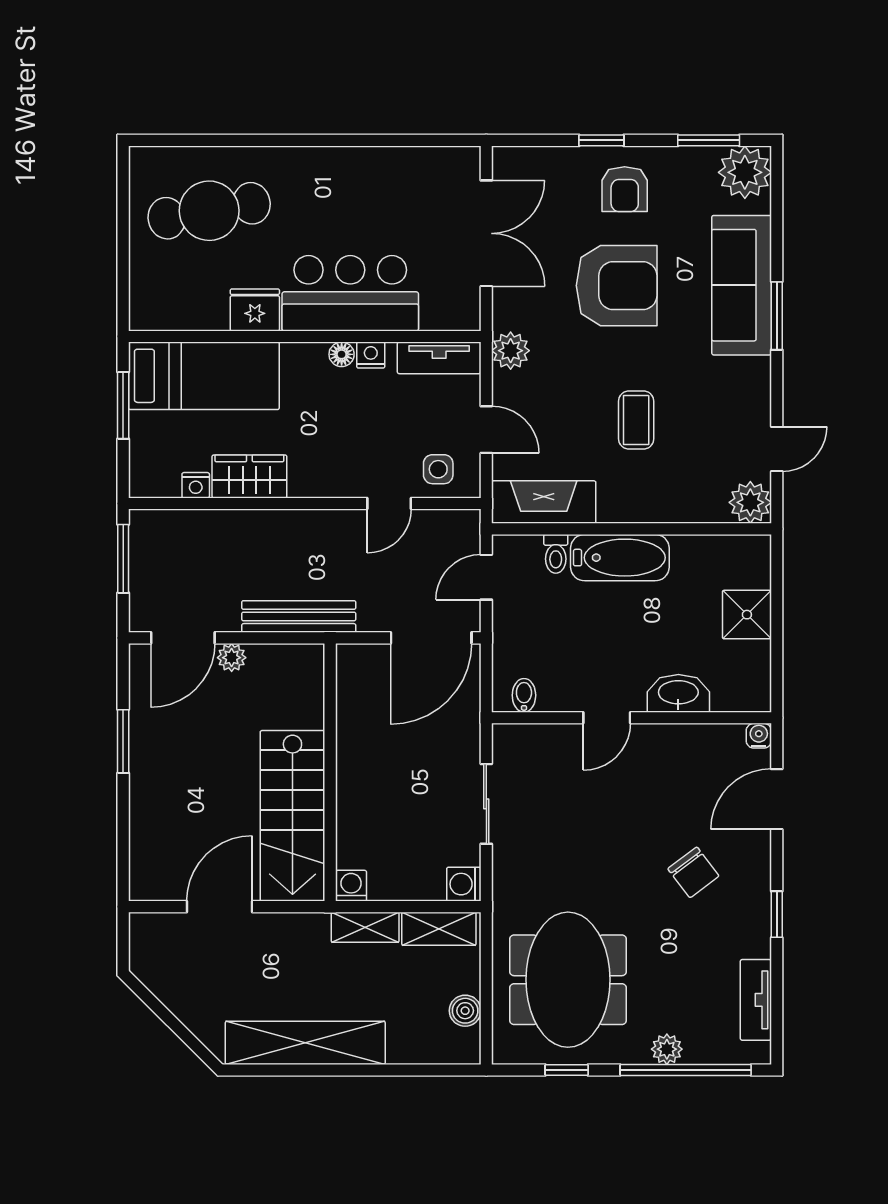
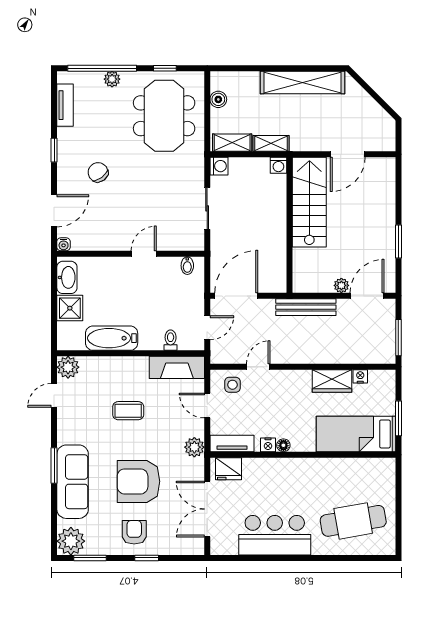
bar counter: (350, 293) -> (275, 535), moved, turned 180
fridge: (255, 310) -> (229, 469), moved
coffee table: (636, 420) -> (128, 411), turned 90
bathtub: (620, 558) -> (112, 338), moved
washbasin: (678, 693) -> (67, 277), moved, turned -90

